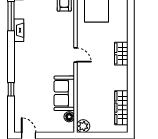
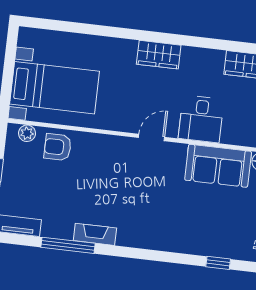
desk: (89, 81) -> (201, 119), added
window: (11, 89) -> (218, 263), moved

